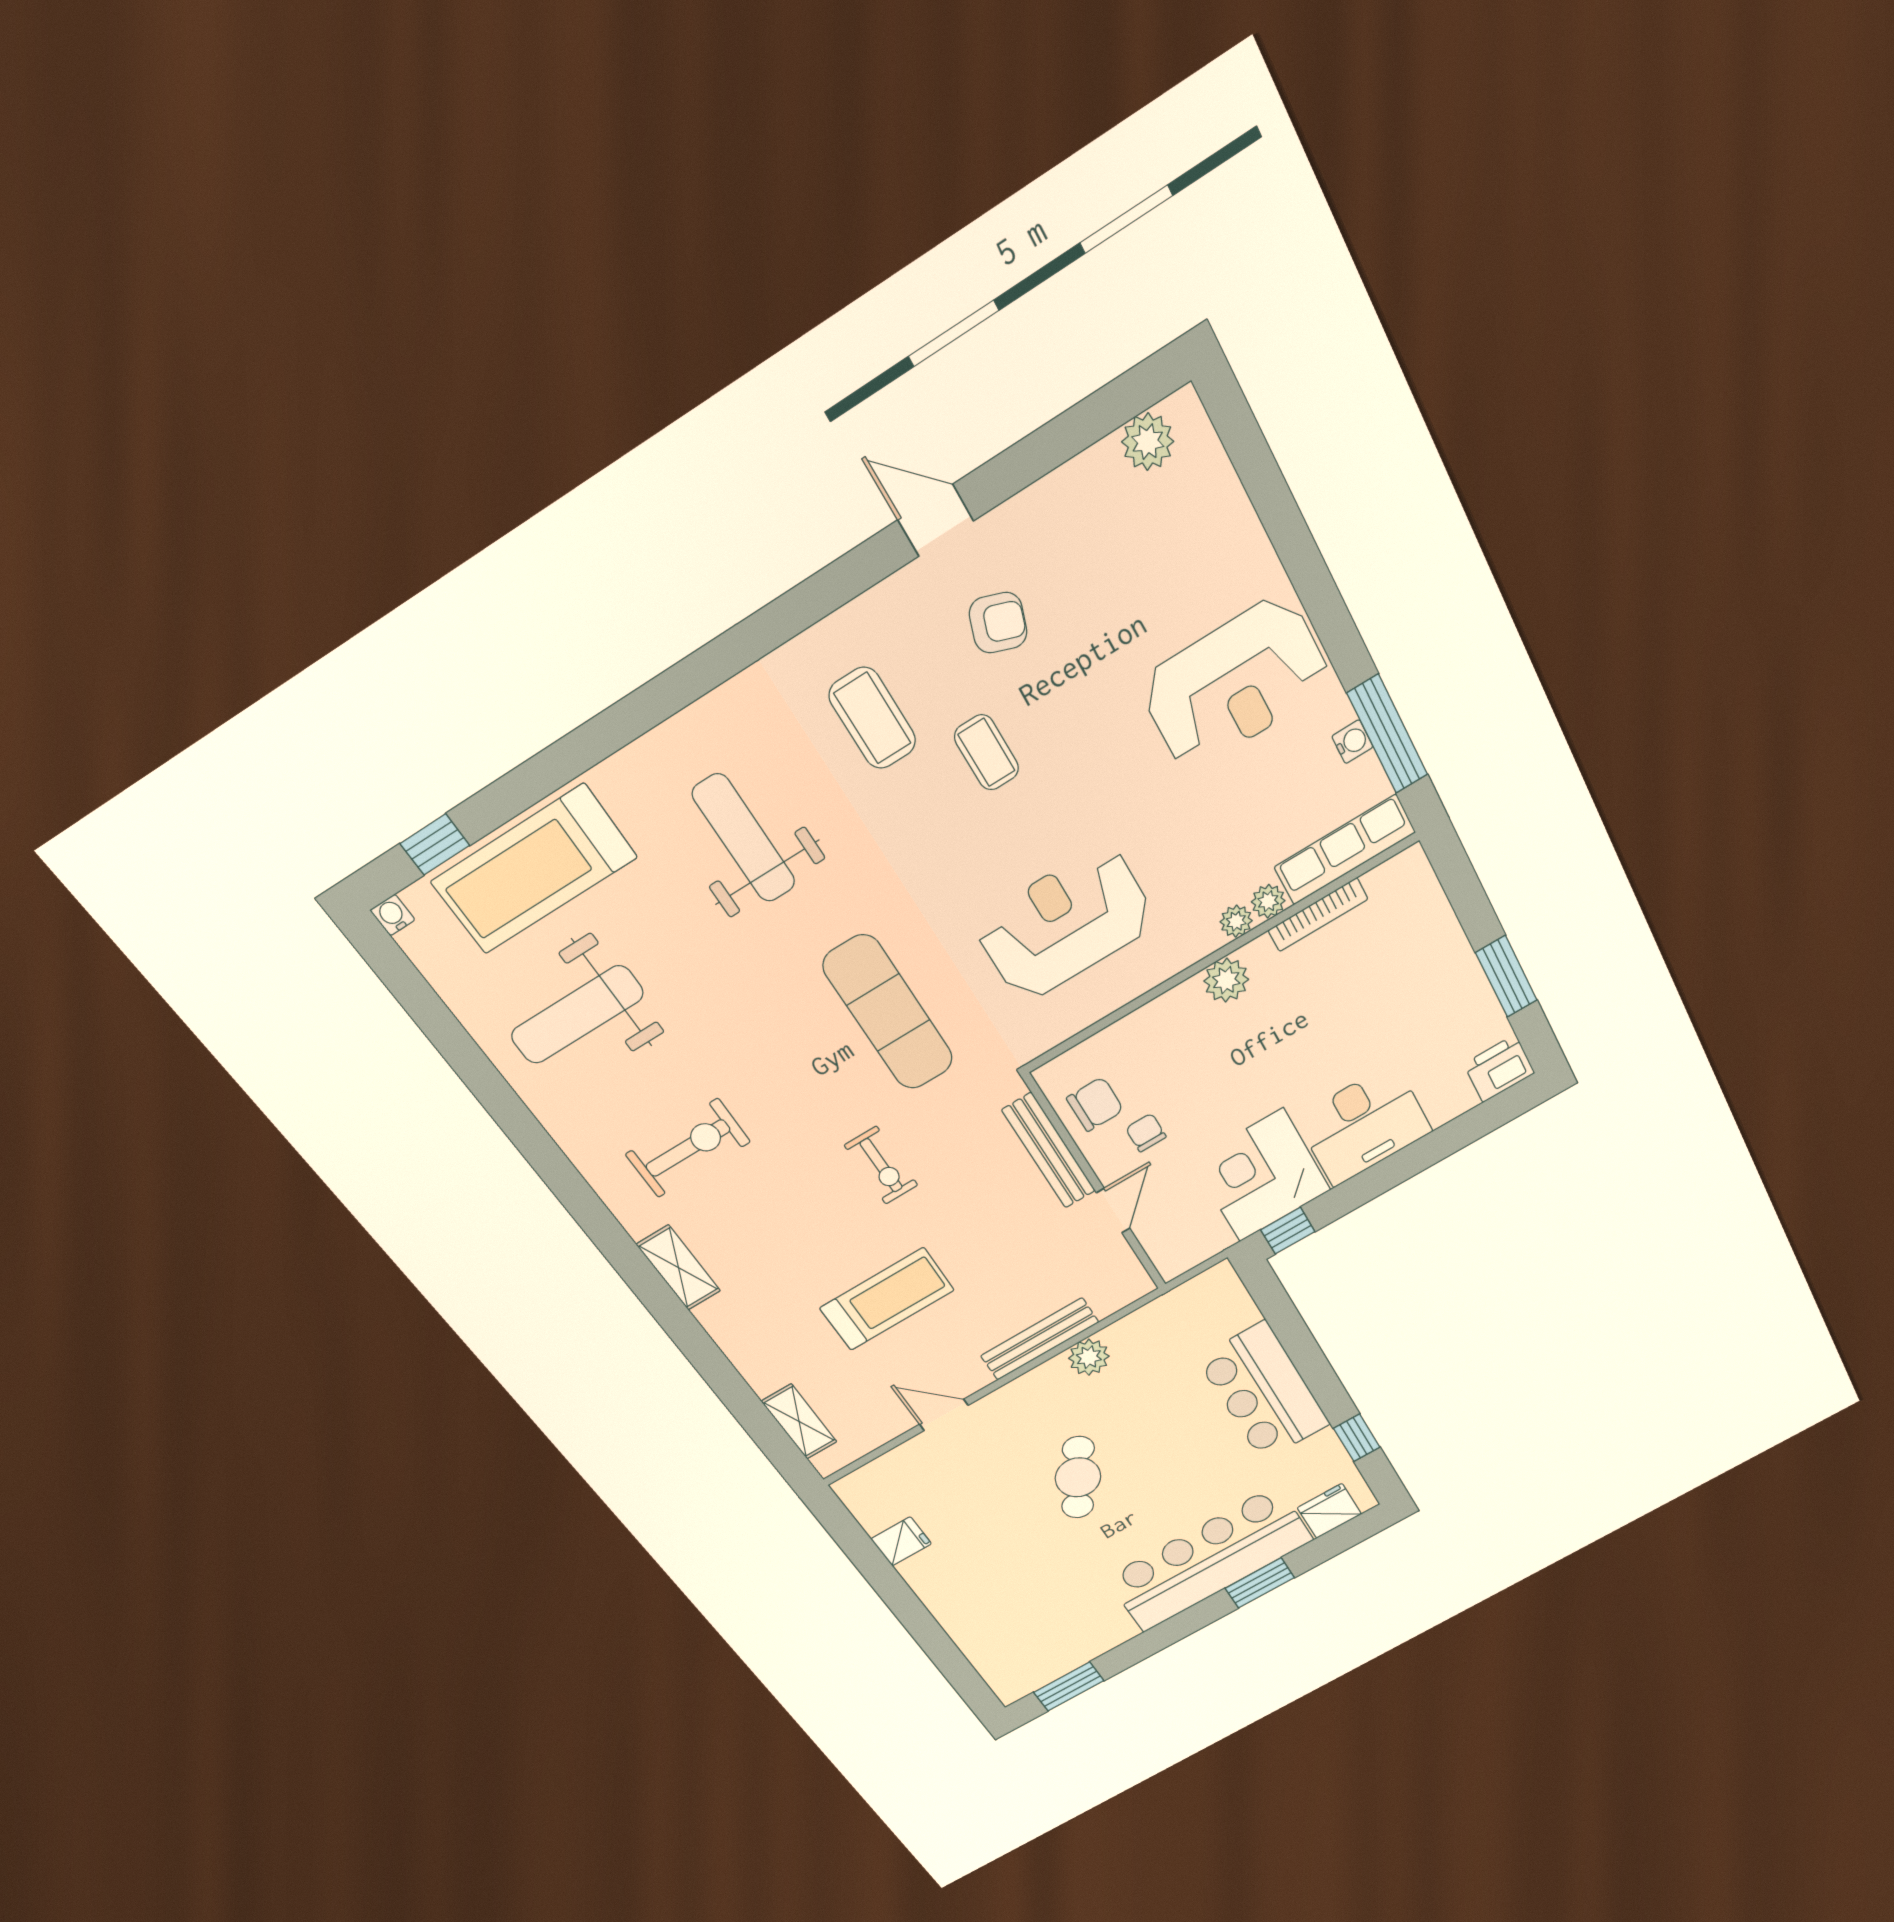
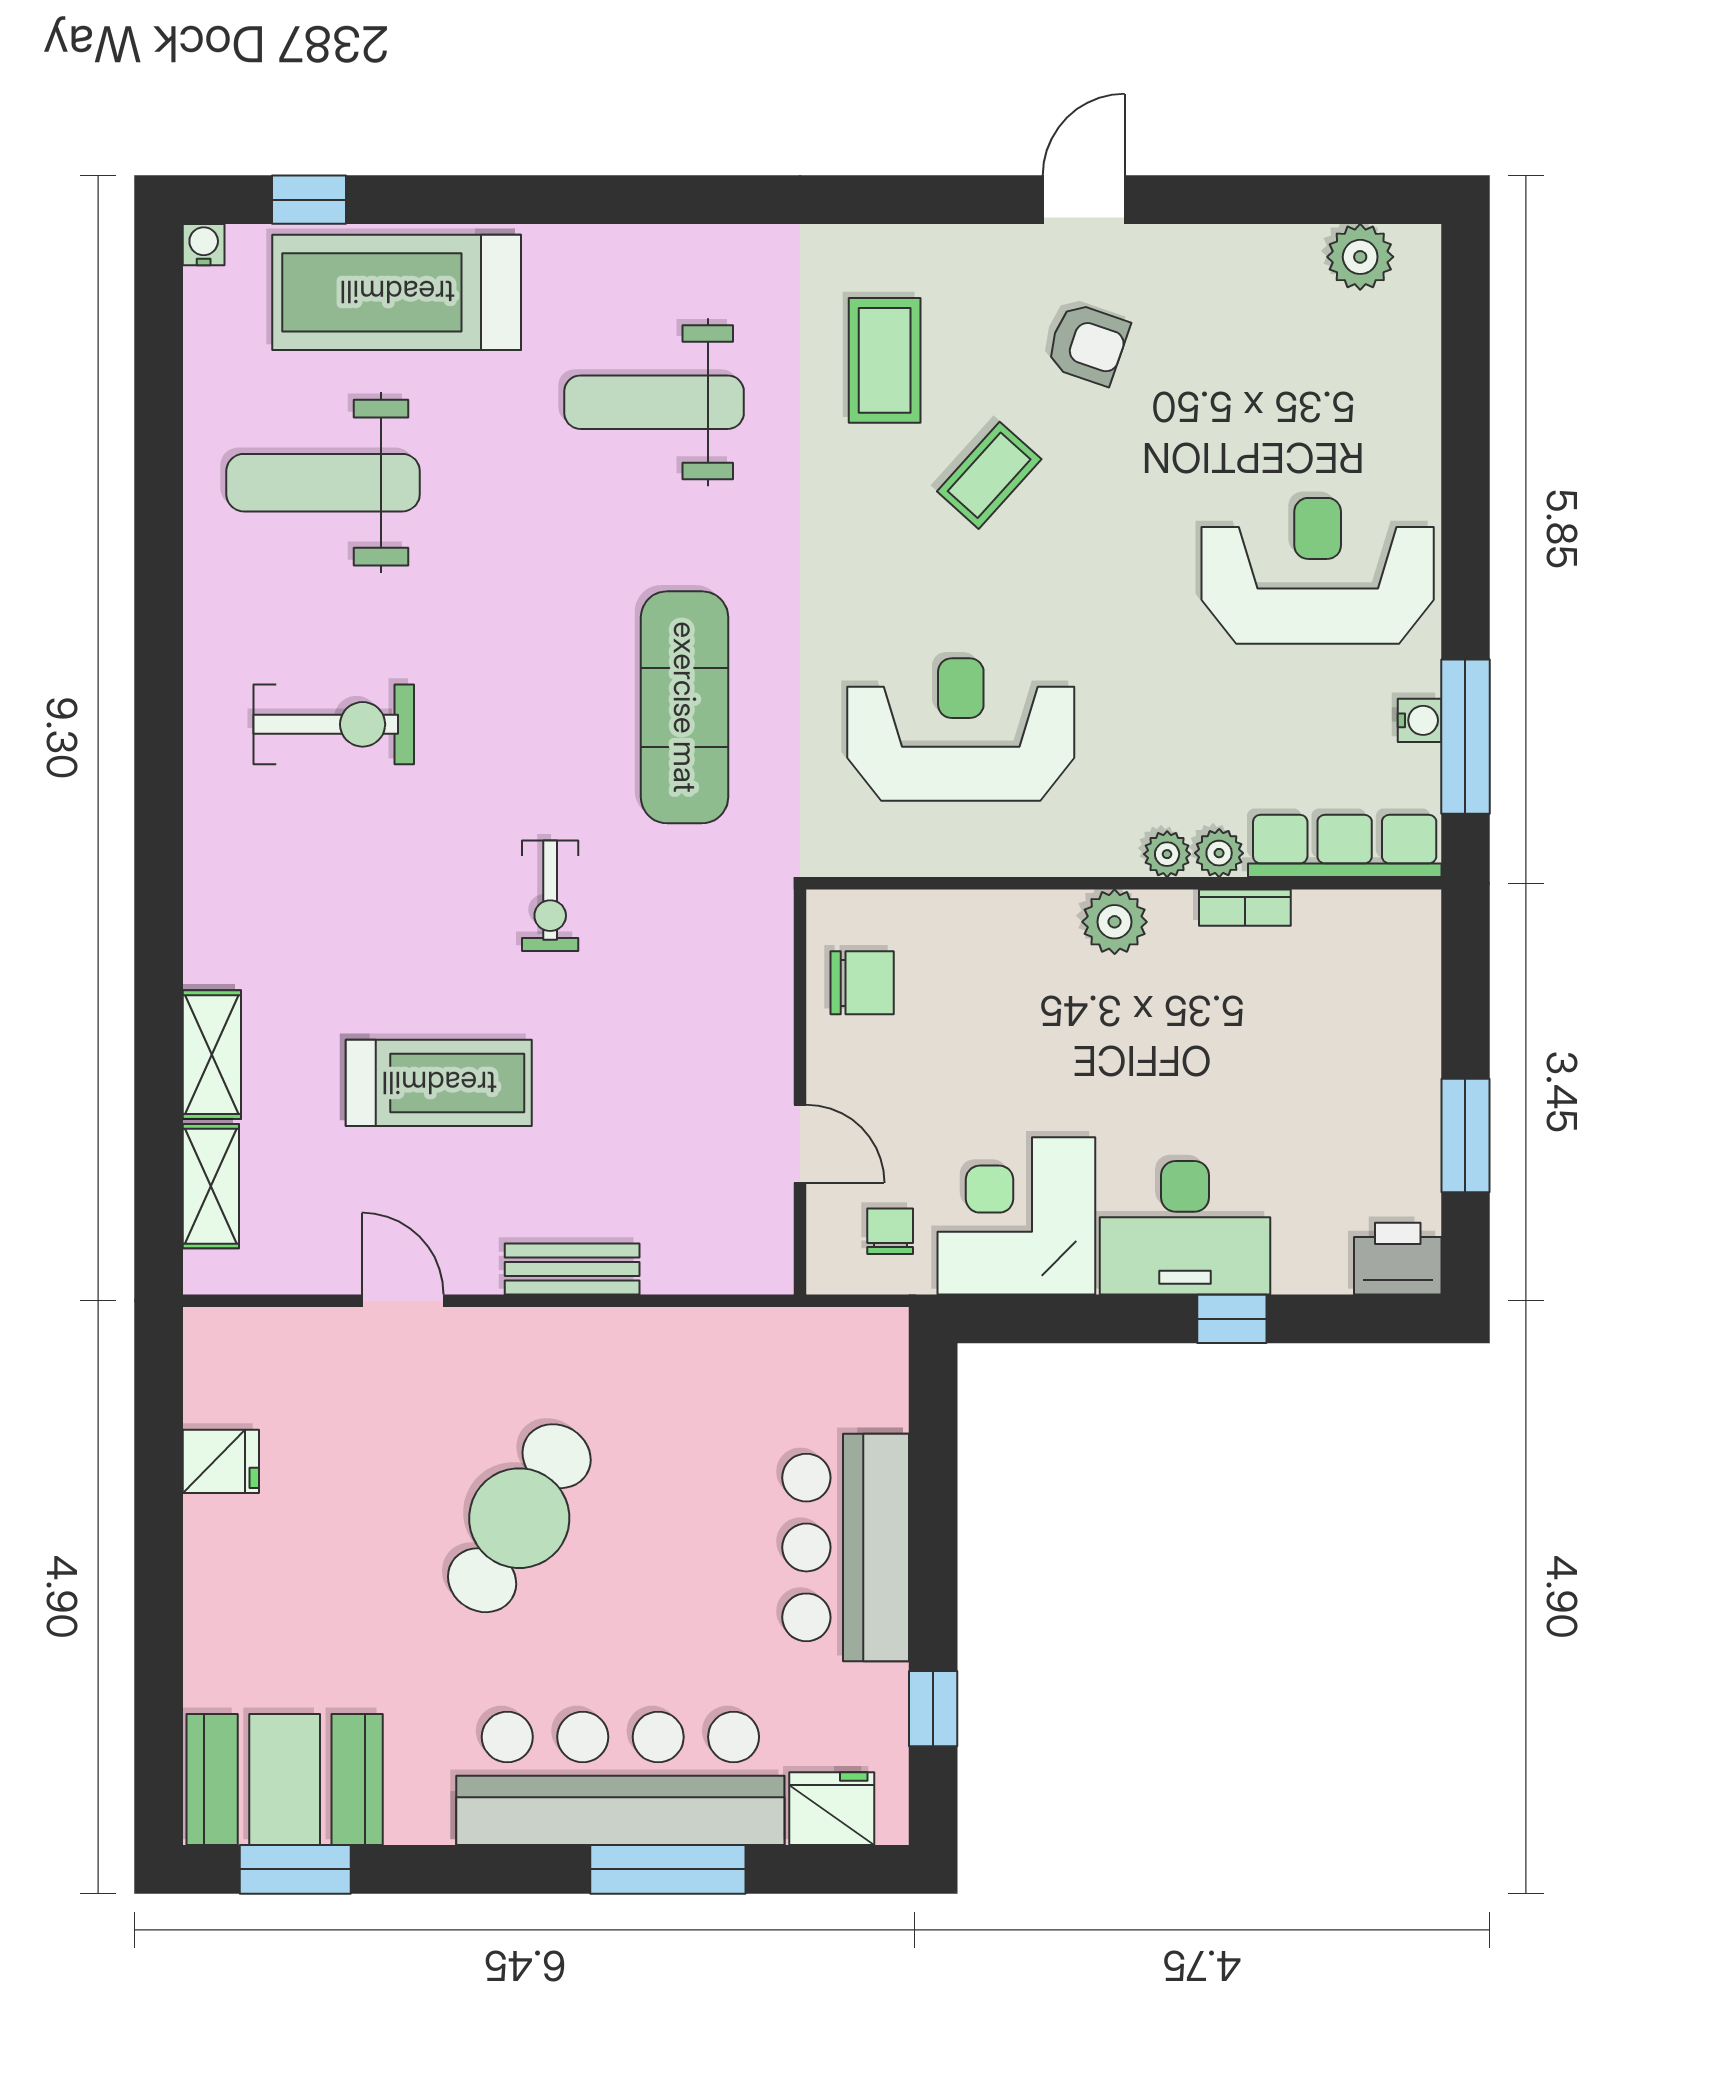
door: (936, 520) -> (1084, 200), hinge flipped
reception desk: (1235, 684) -> (1318, 571), turned 180
coffee table: (987, 752) -> (989, 475), turned 42
weight bench: (744, 838) -> (654, 402), turned -90
bookcase: (1318, 915) -> (1245, 908), width x0.64
chair: (1146, 1133) -> (890, 1231), moved
bench: (1049, 1151) -> (768, 1009), removed
door: (1113, 1211) -> (800, 1144), hinge flipped
window: (1288, 1231) -> (1232, 1319), moved
shelving: (678, 1268) -> (212, 1055), moved
bench: (1040, 1339) -> (572, 1269), width x0.73
plant: (1089, 1357) -> (644, 1339), removed
cafe table: (1078, 1477) -> (519, 1518), width x1.37, depth x1.35
window: (1260, 1583) -> (668, 1869), width x1.44
booth: (1036, 1654) -> (285, 1779), added

